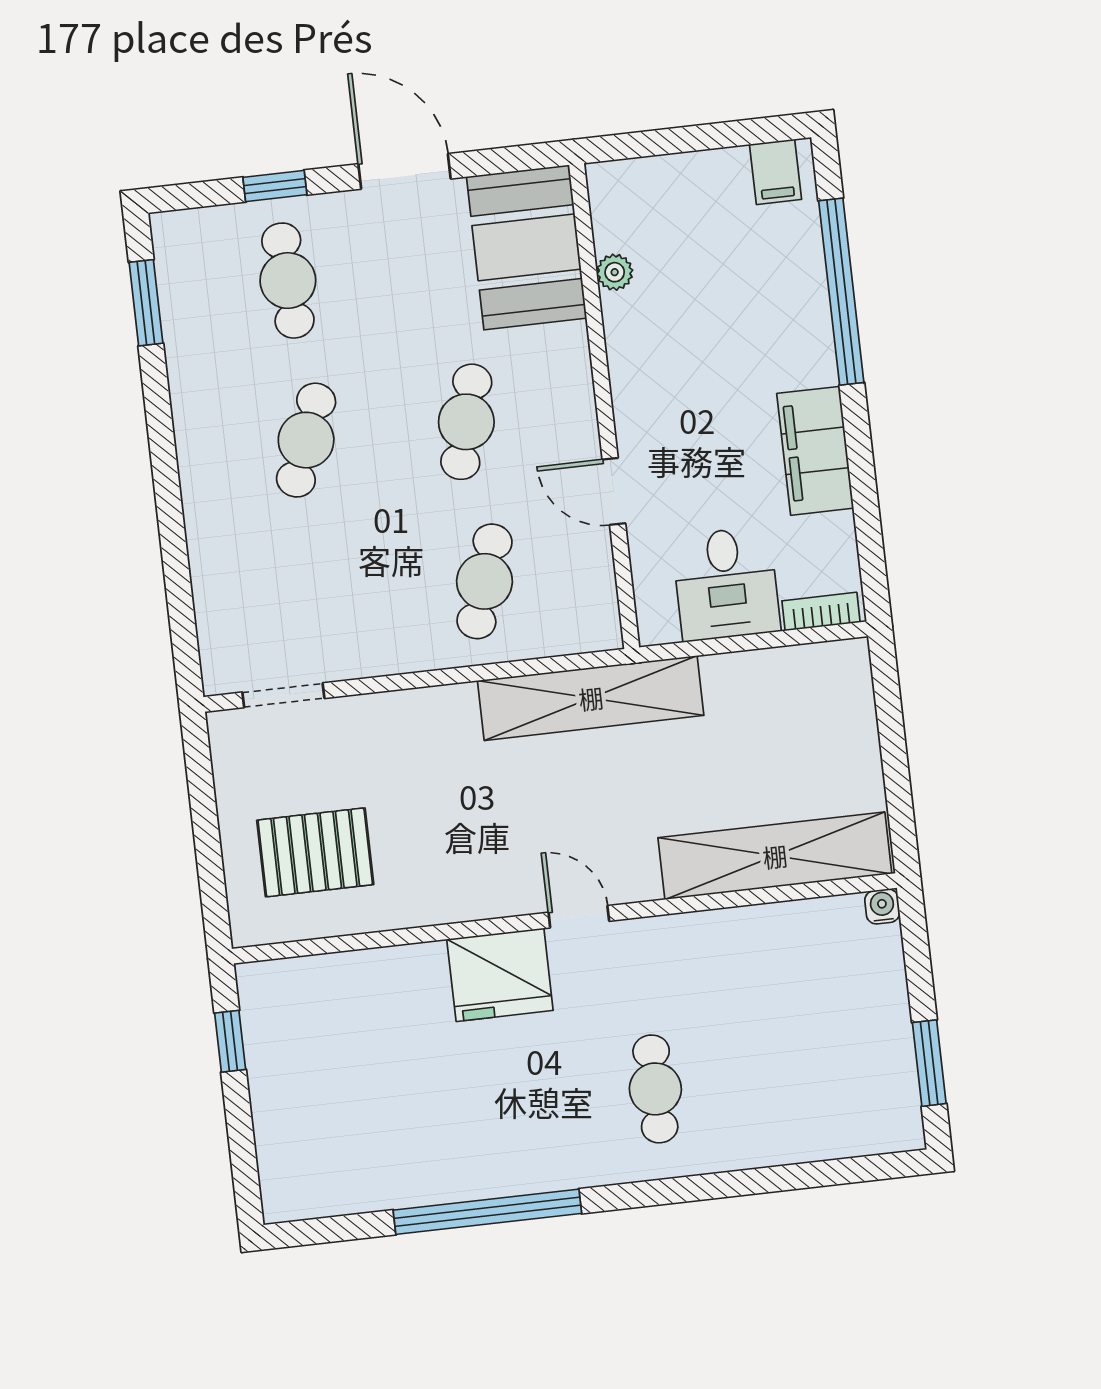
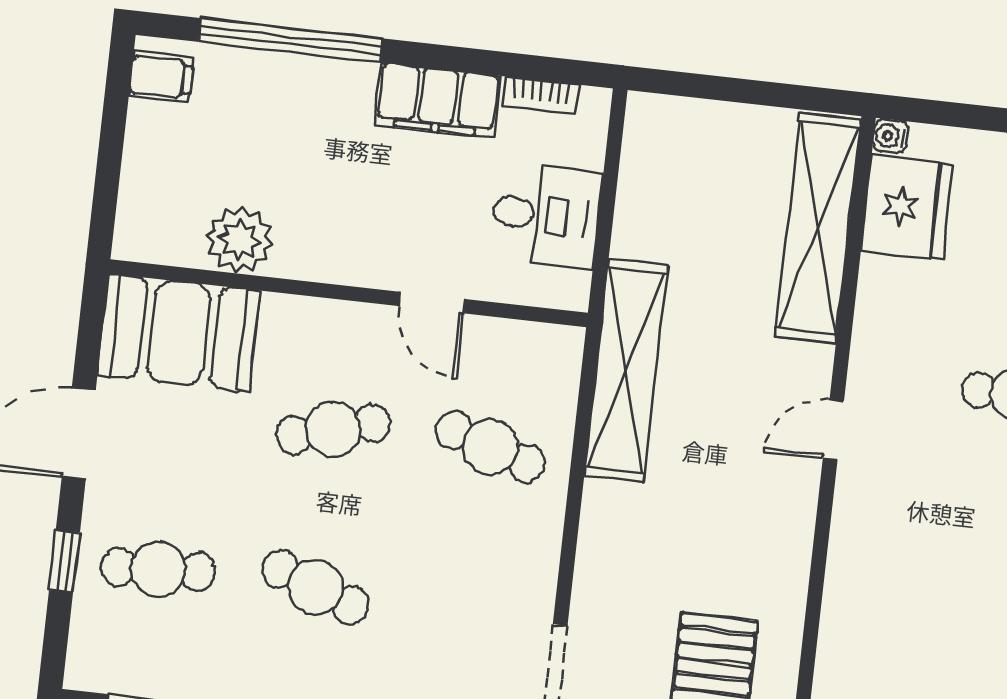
plant: (615, 272) -> (239, 240), width x1.88, depth x1.88
cafe table: (466, 422) -> (333, 429), turned -30
door: (614, 491) -> (432, 303), hinge flipped
bookcase: (821, 612) -> (540, 95), moved, turned -90
fridge: (500, 975) -> (907, 207), moved

